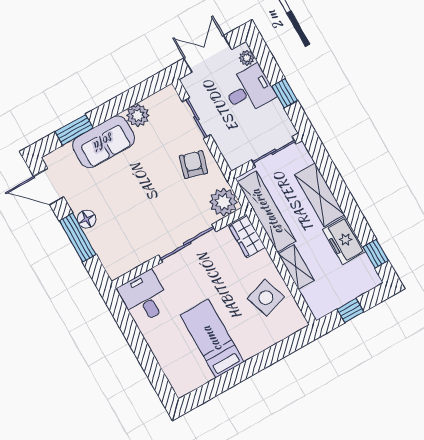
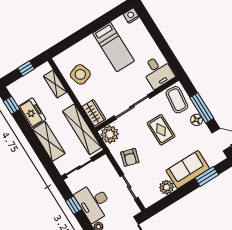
desk: (249, 90) -> (94, 202), width x1.37
rug: (143, 206) -> (161, 130), added
coffee table: (116, 252) -> (177, 100), added
shelving: (296, 267) -> (55, 84), moved
nightstand: (182, 387) -> (131, 16), added

